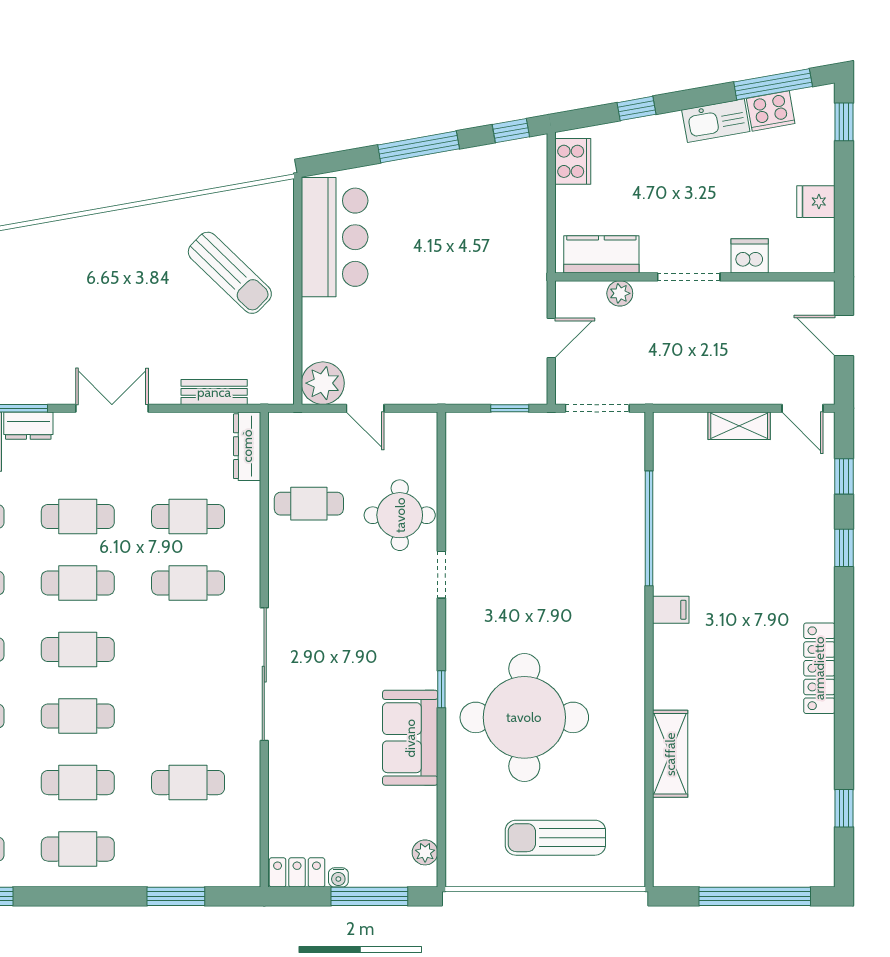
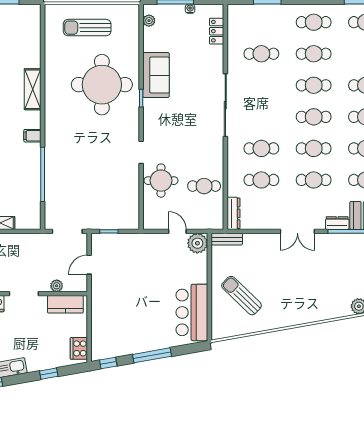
bench: (214, 392) -> (227, 239), moved
shelving: (670, 754) -> (33, 89), moved
sun lounger: (555, 838) -> (87, 28), turned 180
locker: (297, 872) -> (217, 31), moved, turned 90

